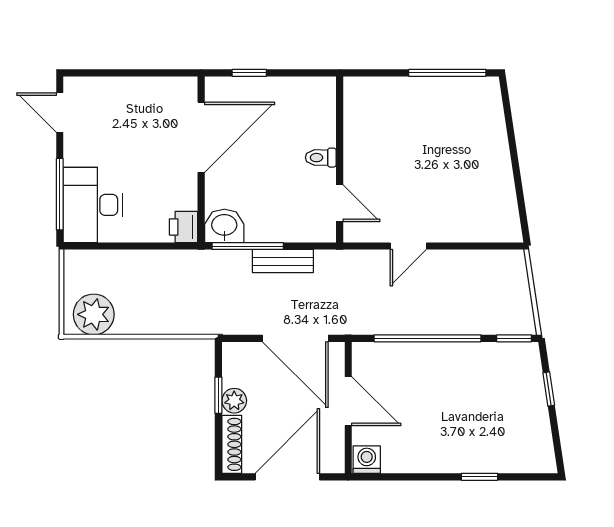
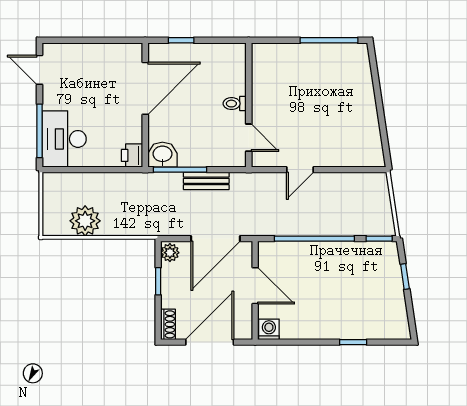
plant: (94, 314) -> (85, 221), moved
door: (295, 338) -> (216, 239), hinge flipped
plant: (234, 401) -> (170, 253), moved
shoe rack: (232, 444) -> (168, 324), width x0.70

